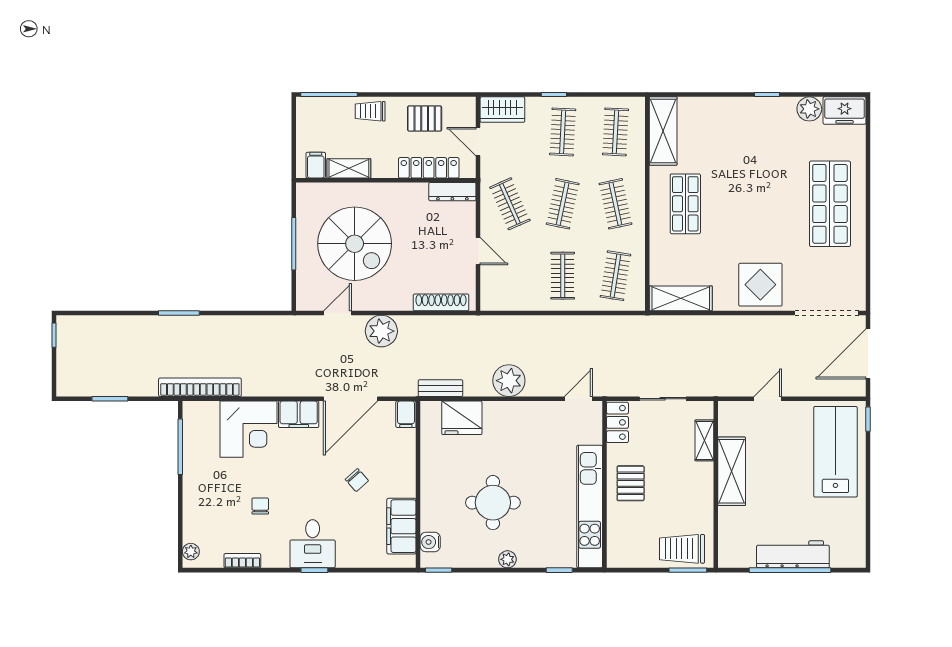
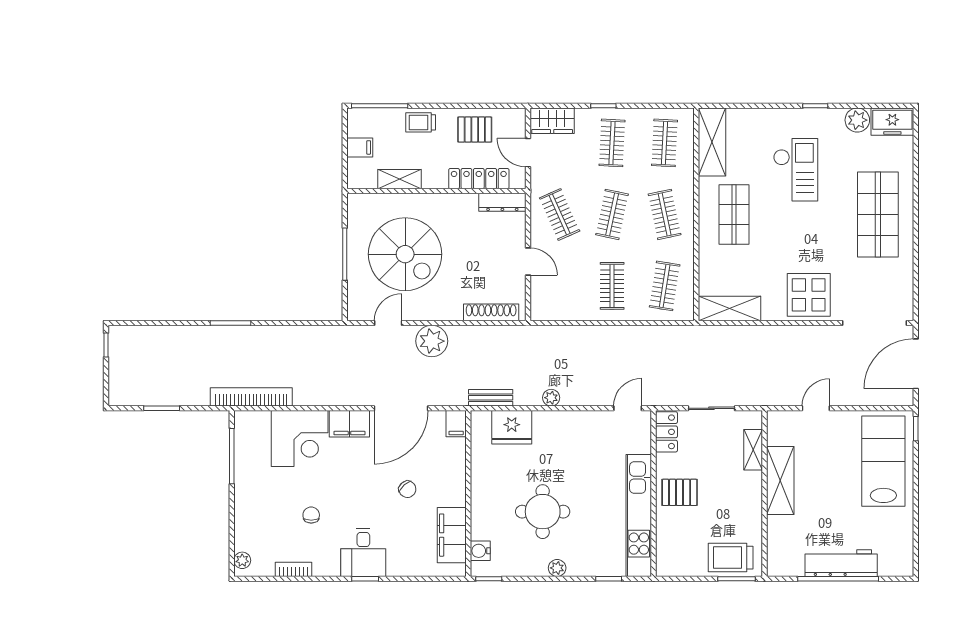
checkout: (747, 159) -> (796, 170), added
filing cabinet: (316, 165) -> (360, 147), moved, turned 90
plant: (509, 381) -> (551, 398), width x0.53, depth x0.53
pallet: (631, 483) -> (680, 492), turned 90

